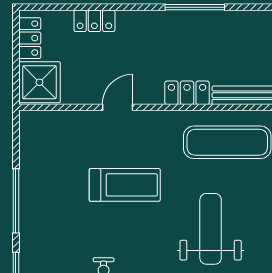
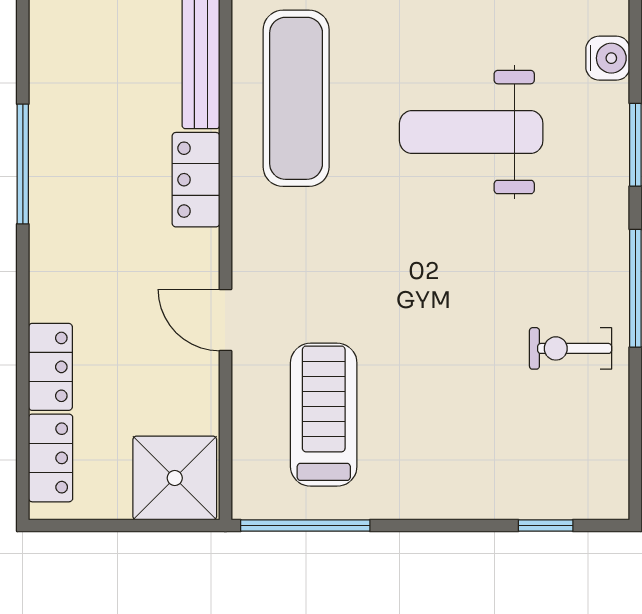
locker: (30, 38) -> (51, 458), moved, turned 90
treadmill: (125, 185) -> (324, 415), moved
window: (16, 201) -> (305, 526), moved

